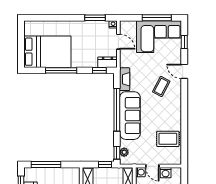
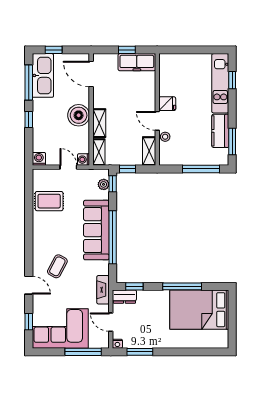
window: (157, 18) -> (83, 352), moved
fireplace: (125, 79) -> (103, 290), moved
washing machine: (166, 173) -> (39, 159), moved

